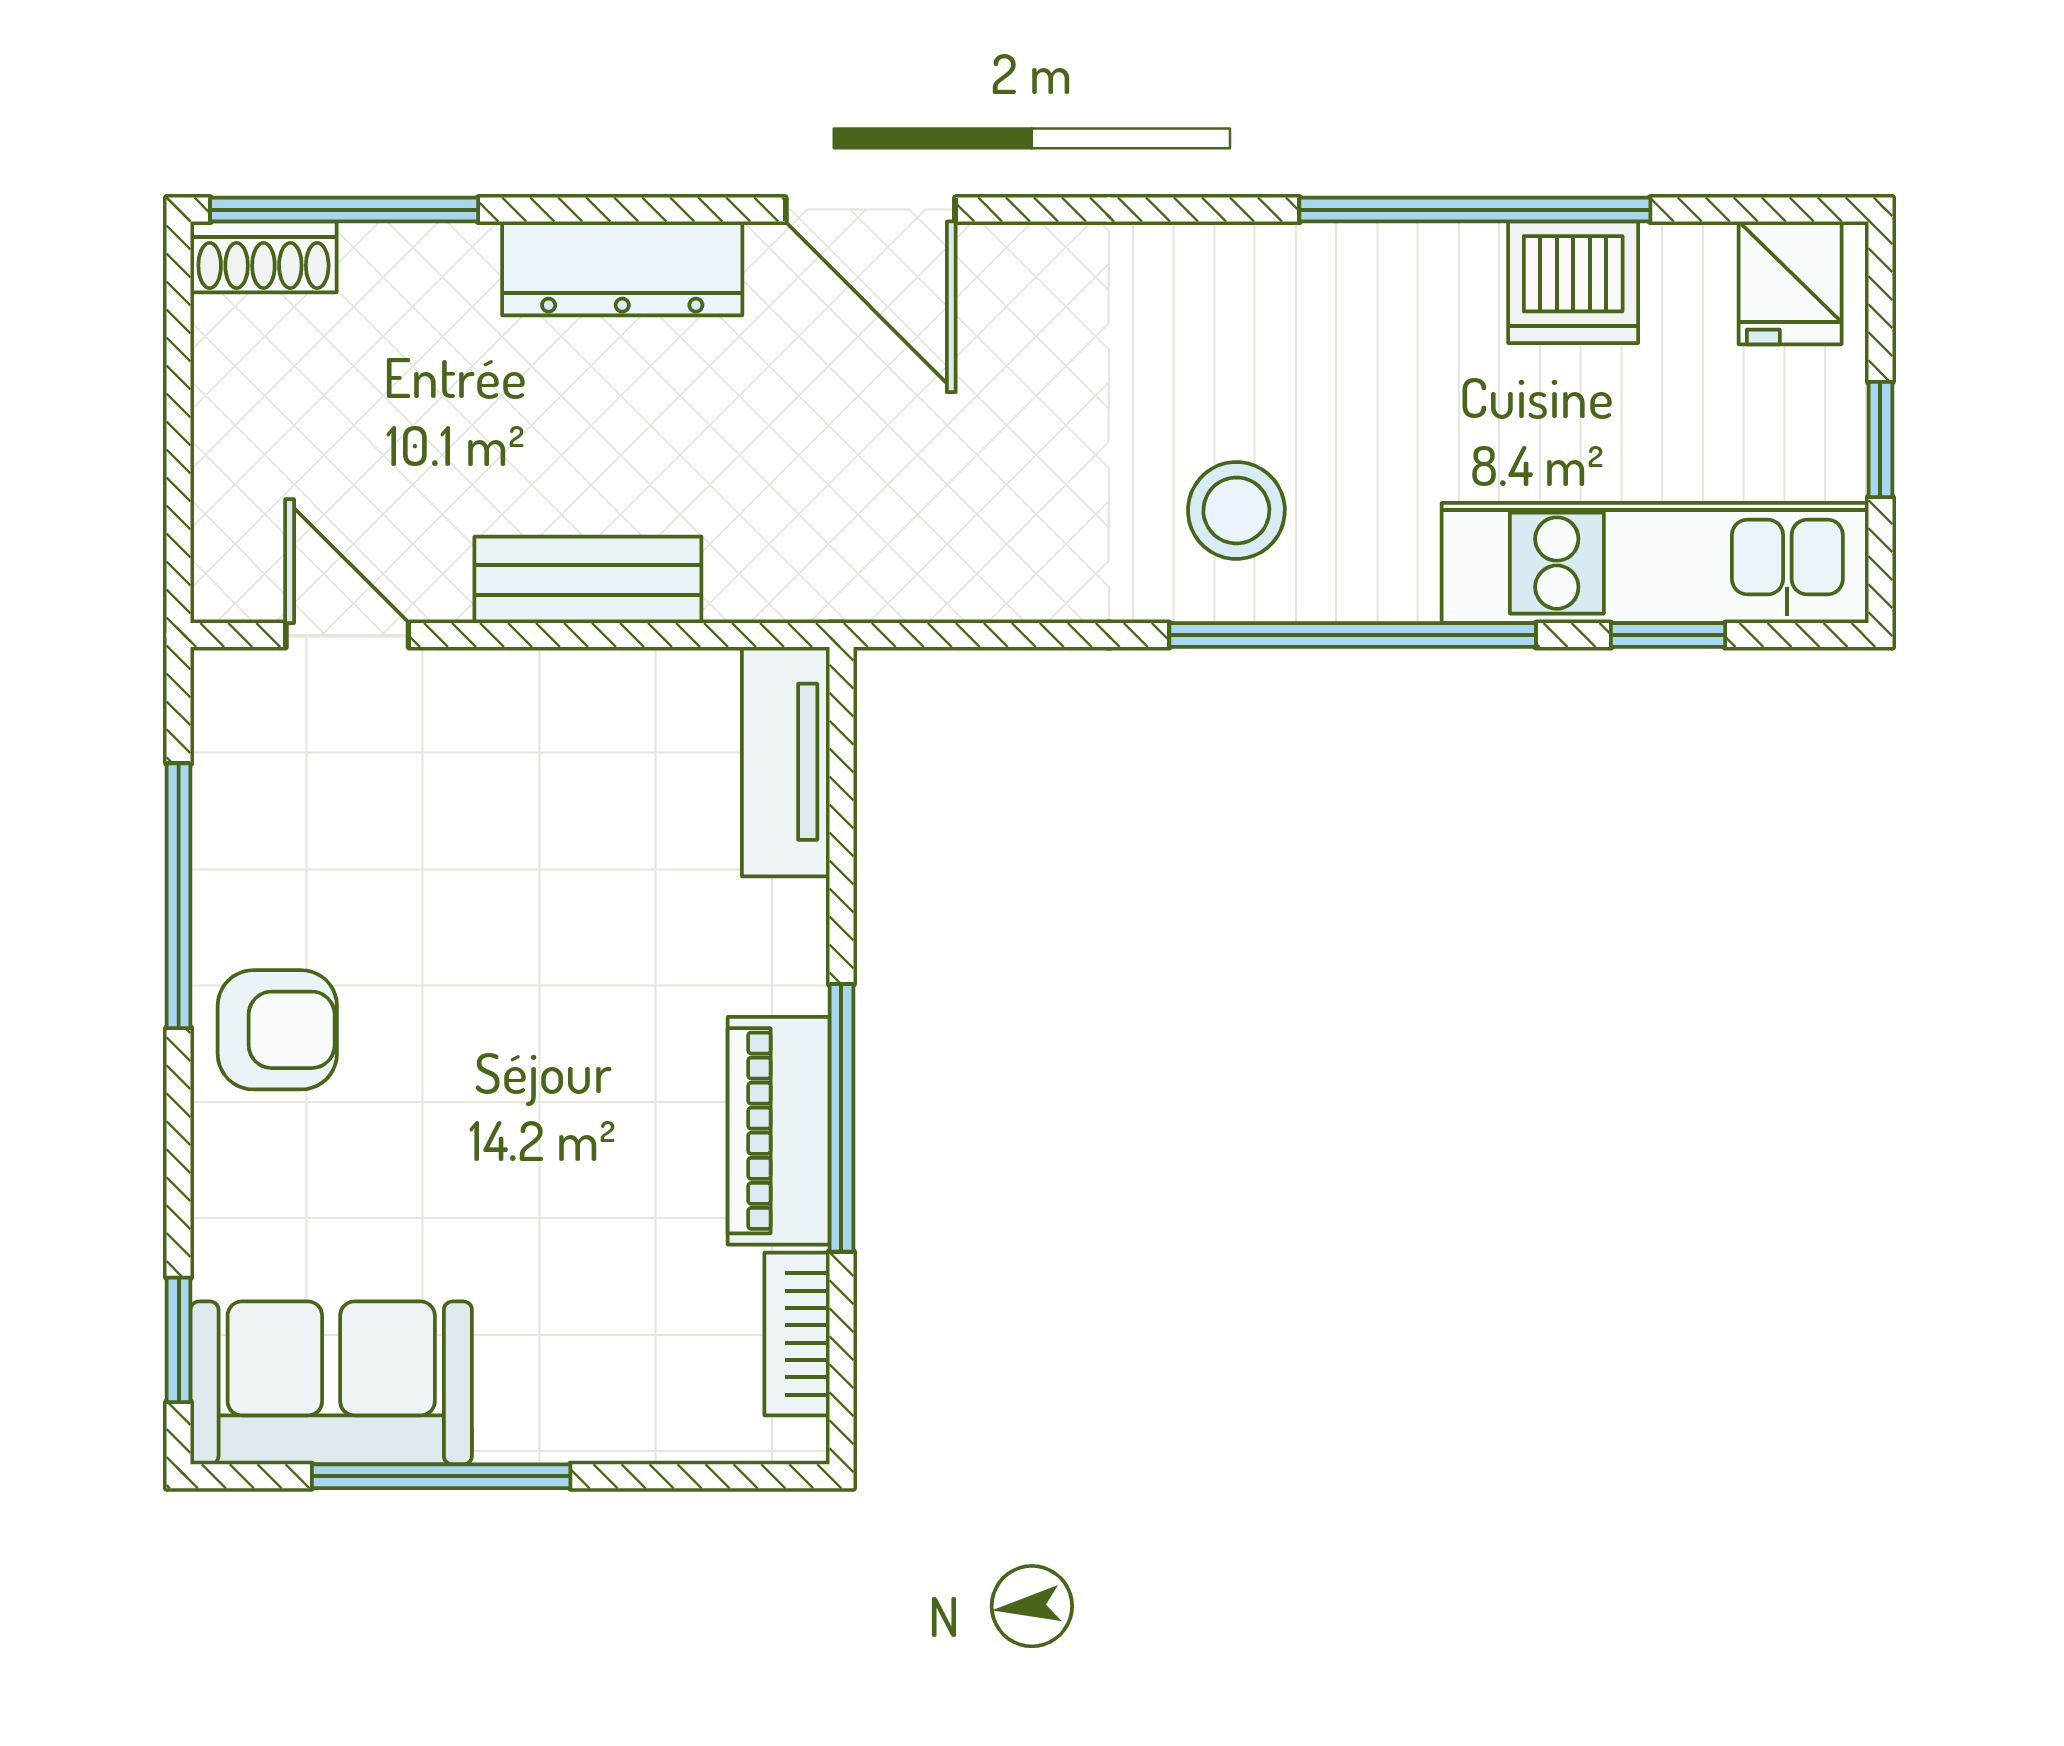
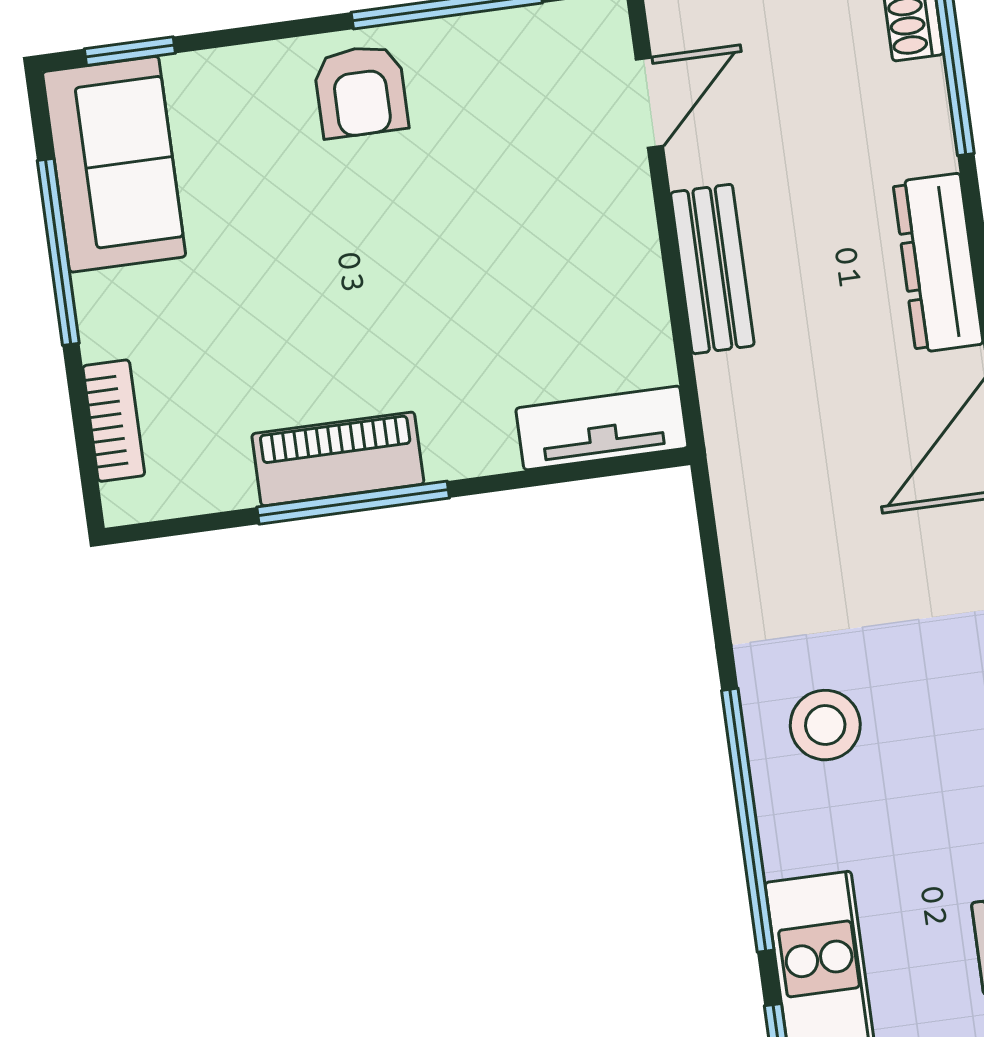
bookcase: (797, 1334) -> (114, 421), moved, turned 90

